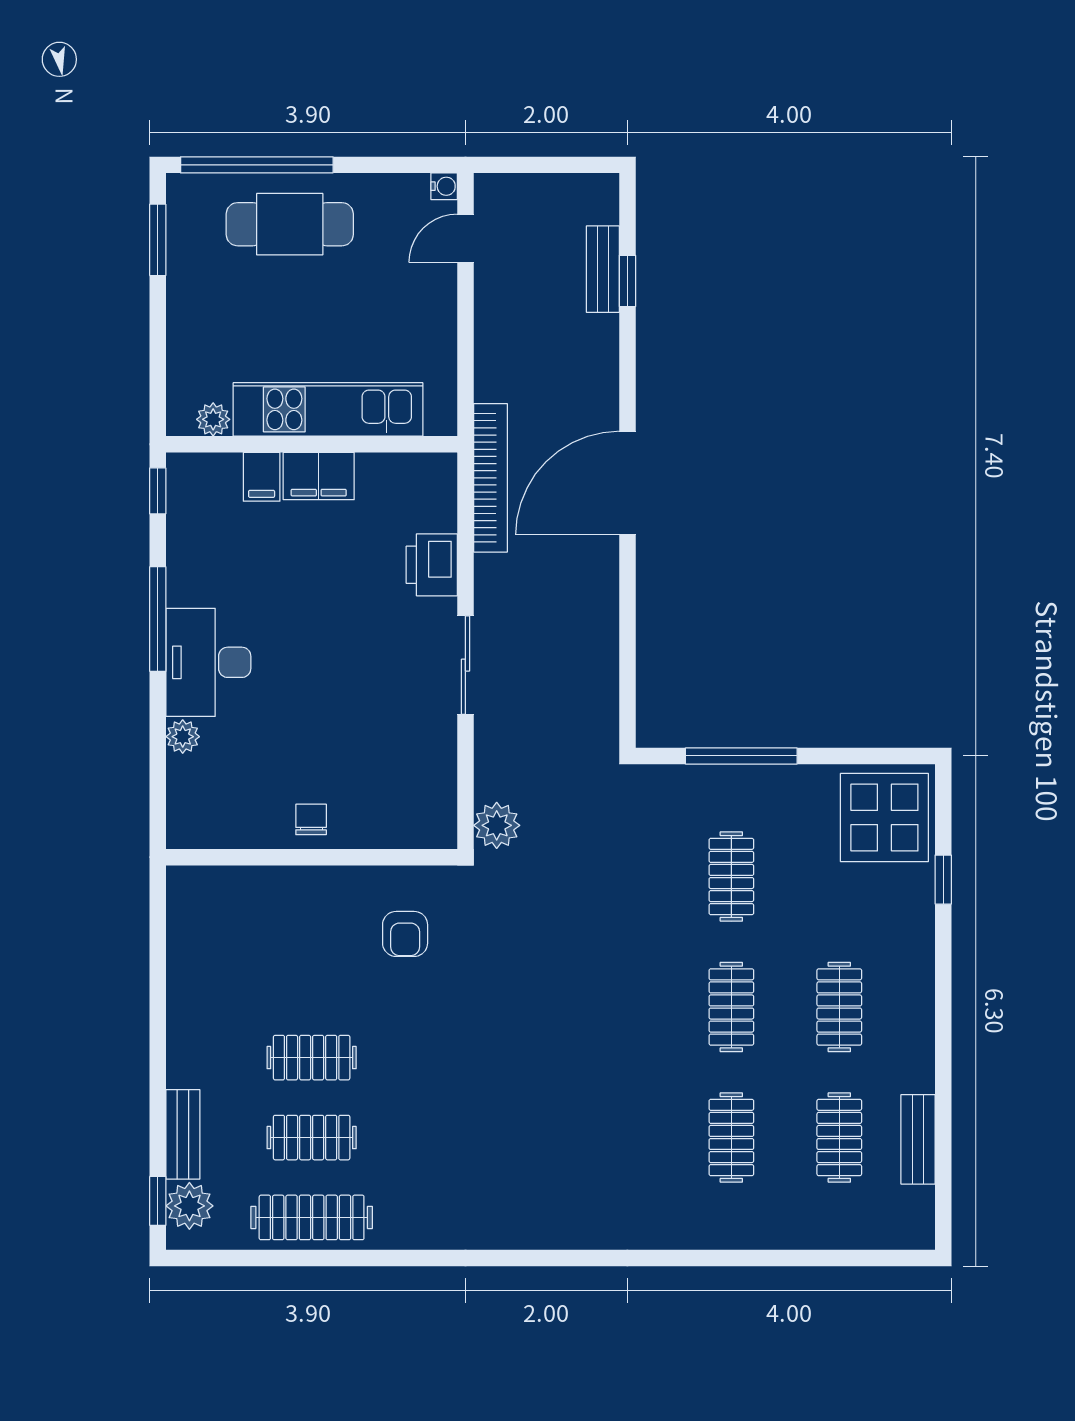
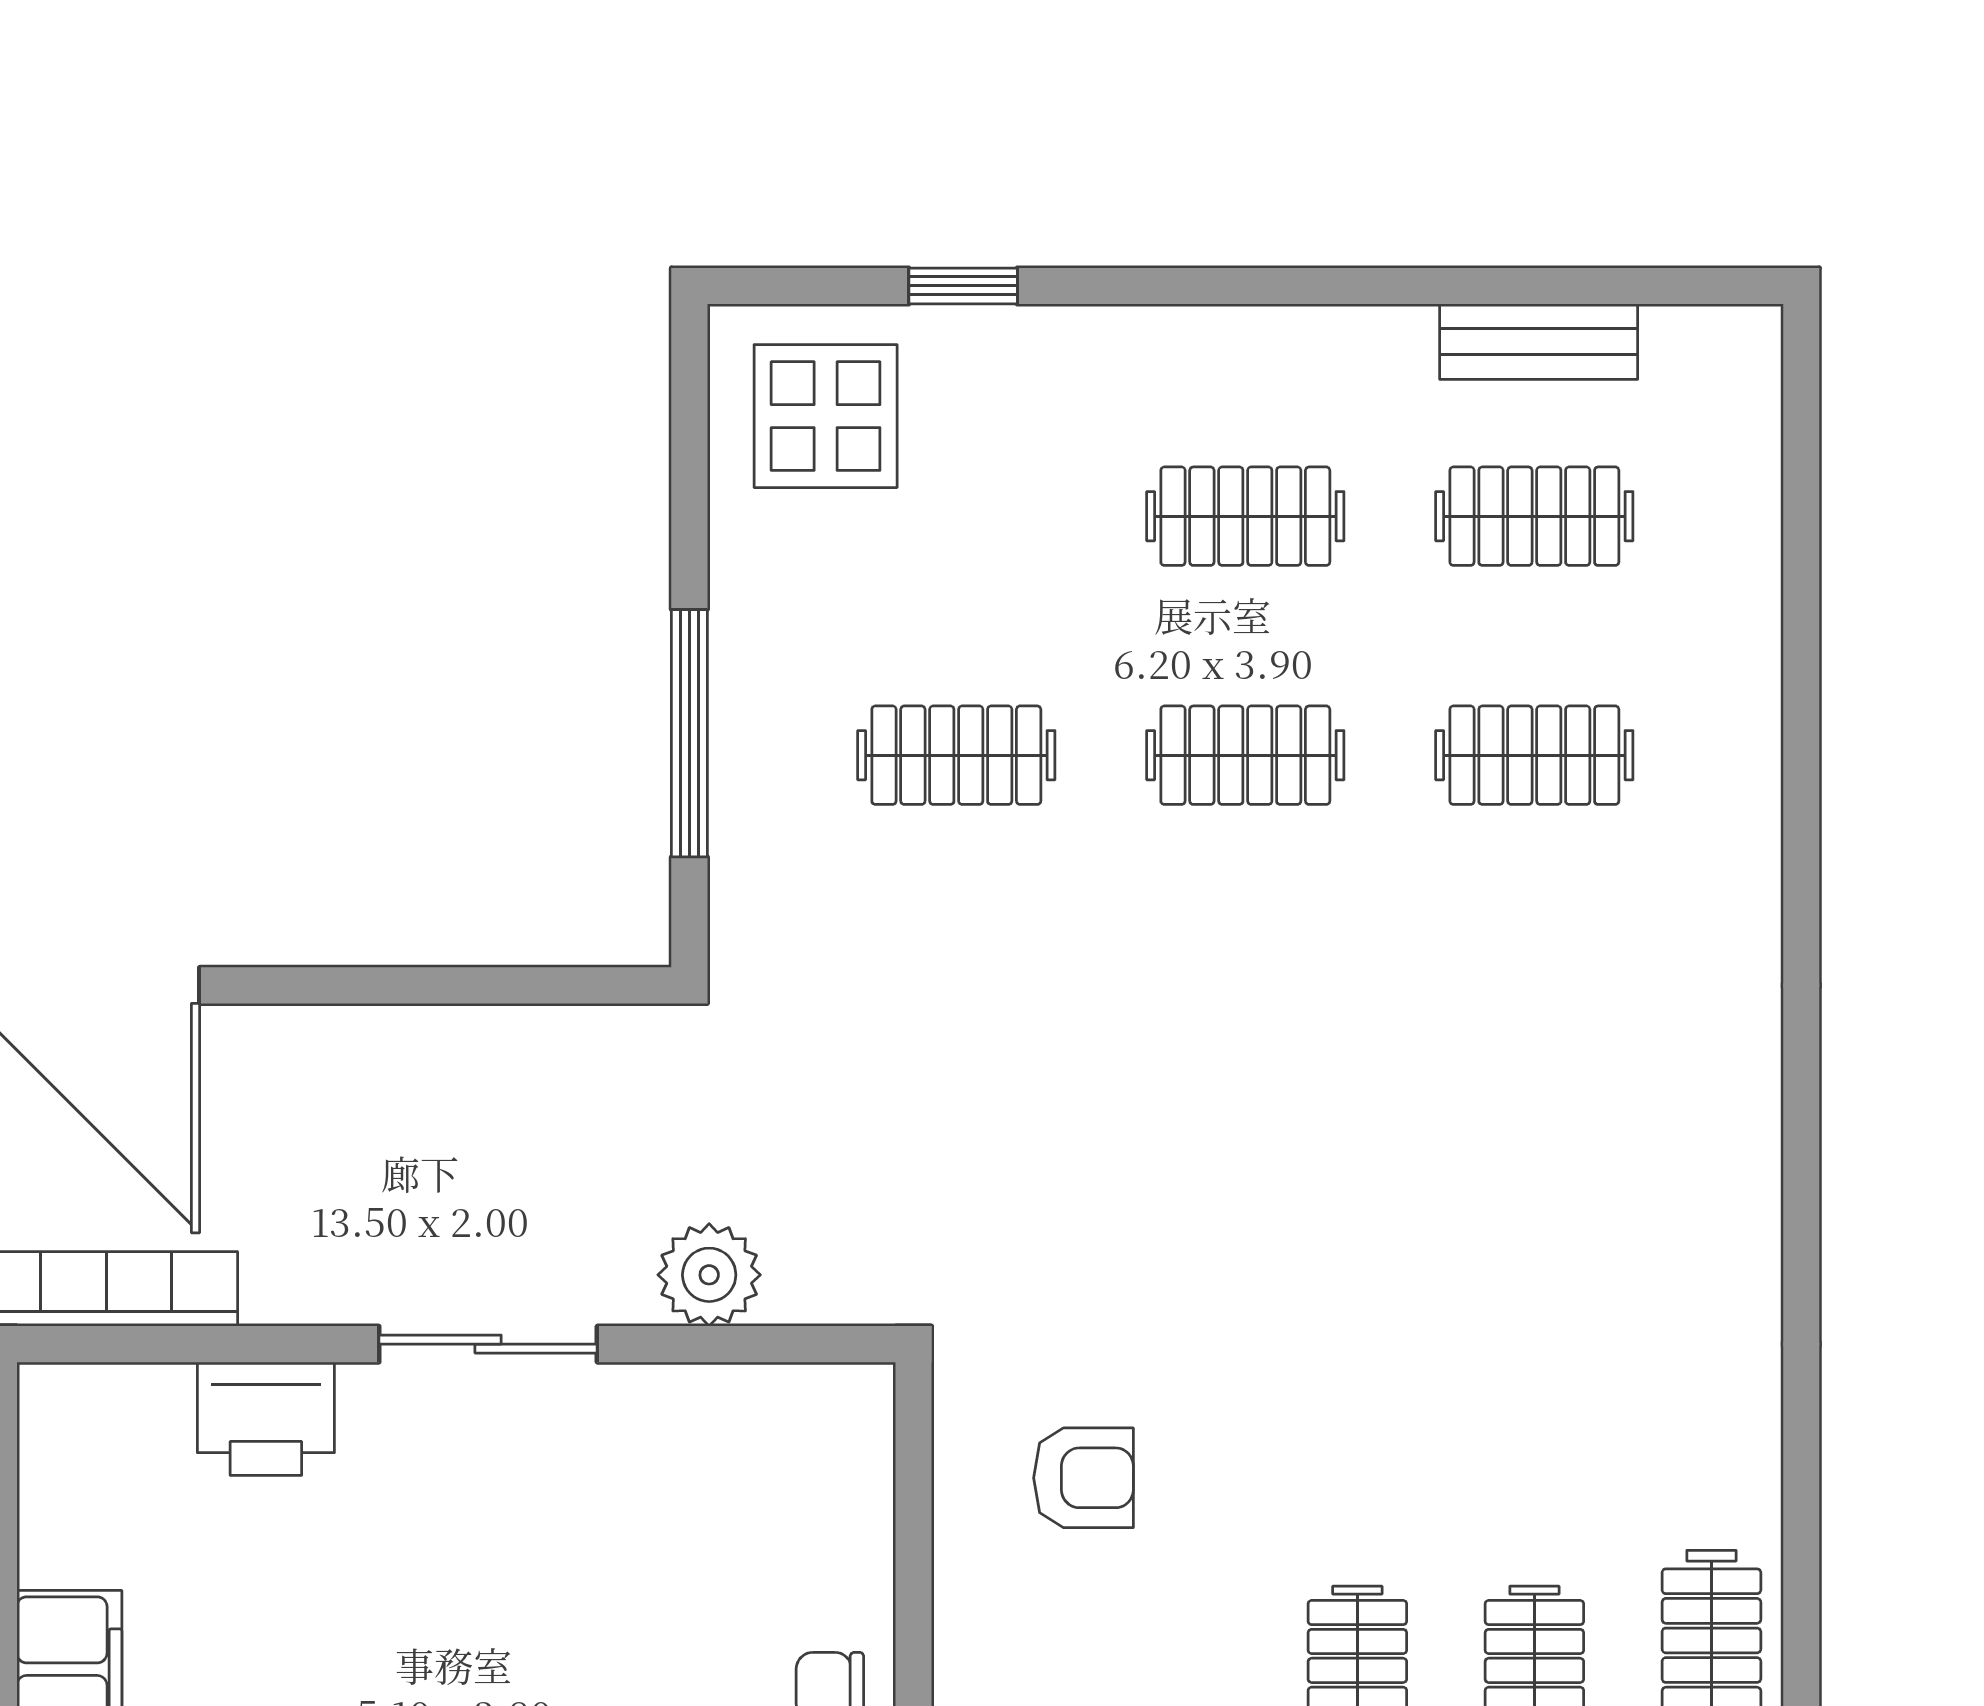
display table: (884, 817) -> (826, 416), width x0.73, depth x0.73
plant: (497, 825) -> (709, 1275), moved

